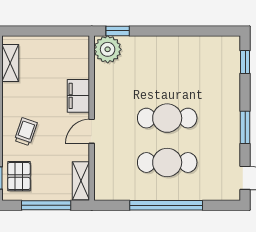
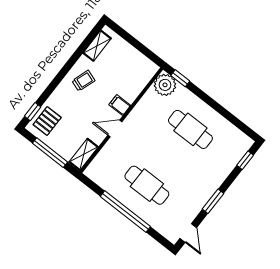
filing cabinet: (78, 96) -> (120, 105), width x0.50
cafe table: (167, 118) -> (190, 129), moved
trolley: (26, 132) -> (83, 81), moved

